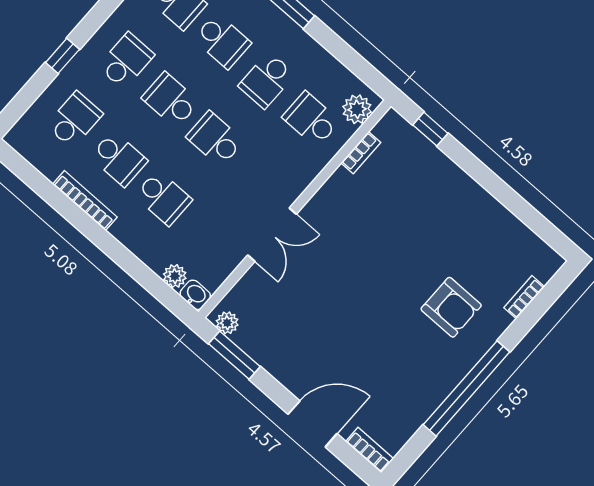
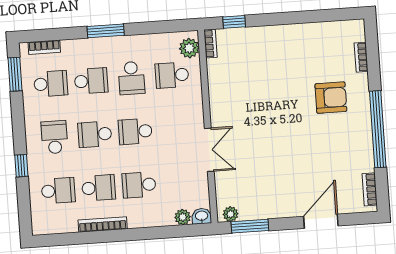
school desk: (74, 120) -> (58, 191), turned 90
bookcase: (361, 153) -> (211, 44), moved
school desk: (163, 198) -> (139, 185), turned 180
bookcase: (369, 450) -> (370, 189), moved, turned -90

